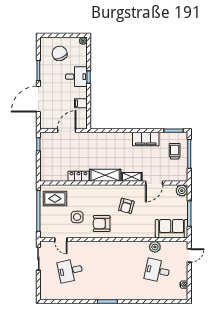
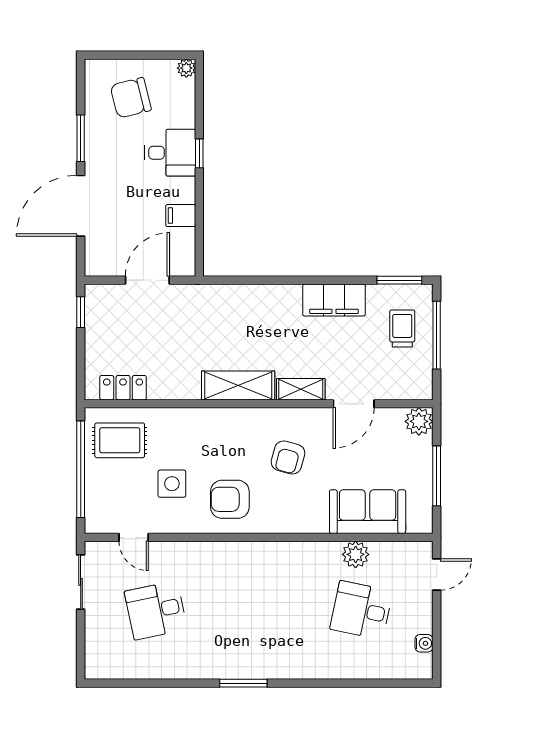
chair: (60, 53) -> (131, 98), turned -82
locker: (78, 176) -> (123, 388), moved
sofa: (172, 229) -> (368, 512), moved

